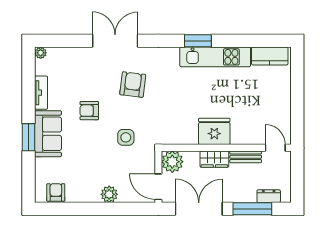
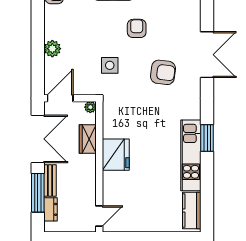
bench: (246, 157) -> (50, 181), moved
wardrobe: (214, 159) -> (88, 139), moved
plant: (172, 162) -> (90, 107), width x0.53, depth x0.53

